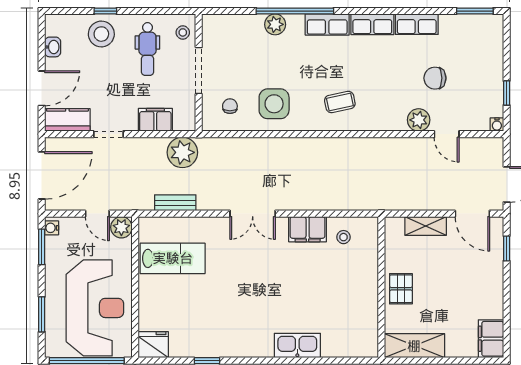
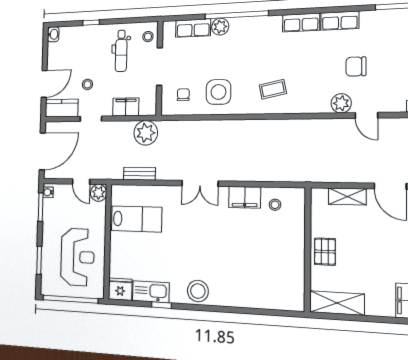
row of seats: (327, 25) -> (193, 28), moved
stool: (101, 34) -> (87, 84), moved, width x0.53, depth x0.53
washbasin: (53, 47) -> (53, 34), moved
reception desk: (95, 308) -> (77, 257), width x0.74, depth x0.77
stool: (252, 341) -> (198, 291), added
kitchen sink: (297, 346) -> (151, 292), moved

